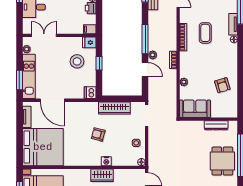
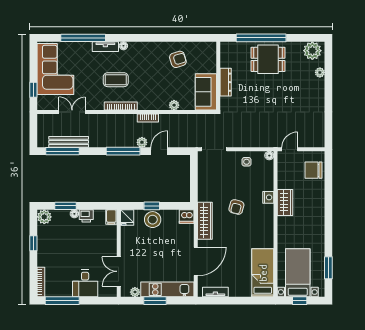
stool: (77, 61) -> (153, 220), moved
window: (19, 80) -> (155, 301), moved
wardrobe: (114, 108) -> (205, 221), moved
dresser: (216, 125) -> (226, 82), moved
bed: (43, 147) -> (263, 273), width x0.49

